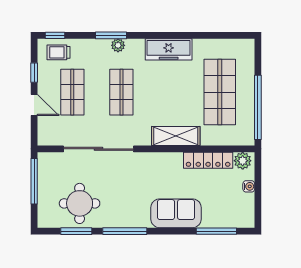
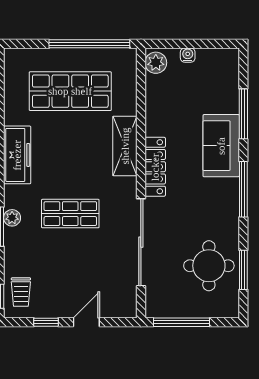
shop shelf: (72, 92) -> (70, 275), removed
locker: (208, 160) -> (155, 167), moved
window: (125, 231) -> (243, 189), moved
window: (216, 231) -> (243, 114), moved

